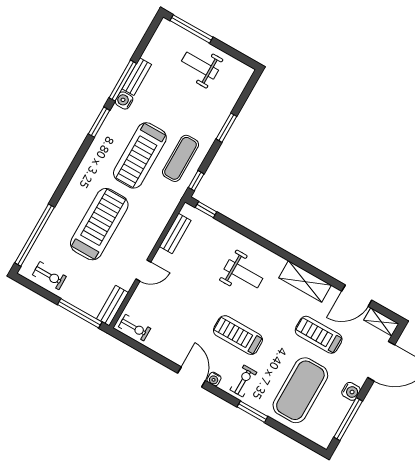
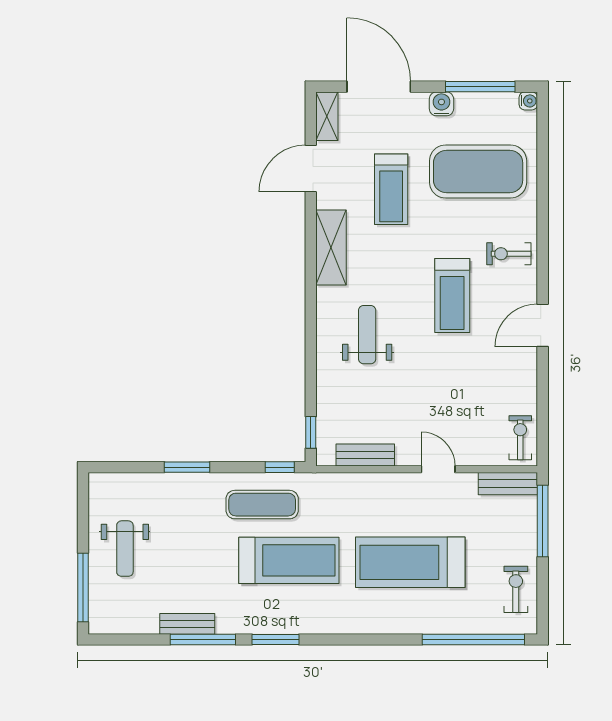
water cooler: (124, 100) -> (228, 623), removed
door: (357, 296) -> (311, 168), swing flipped
water cooler: (214, 379) -> (528, 101), moved
window: (252, 412) -> (543, 219), removed

